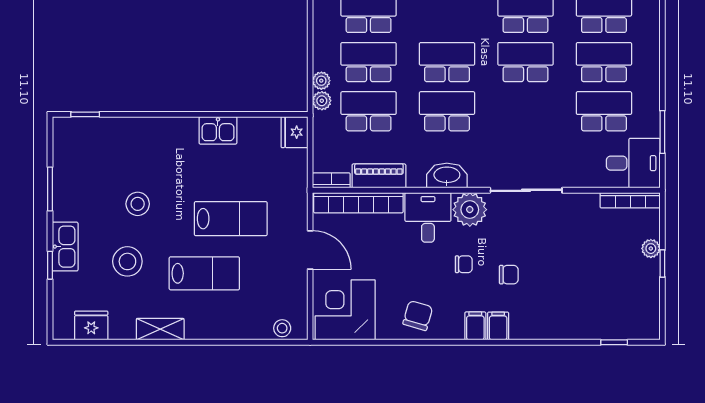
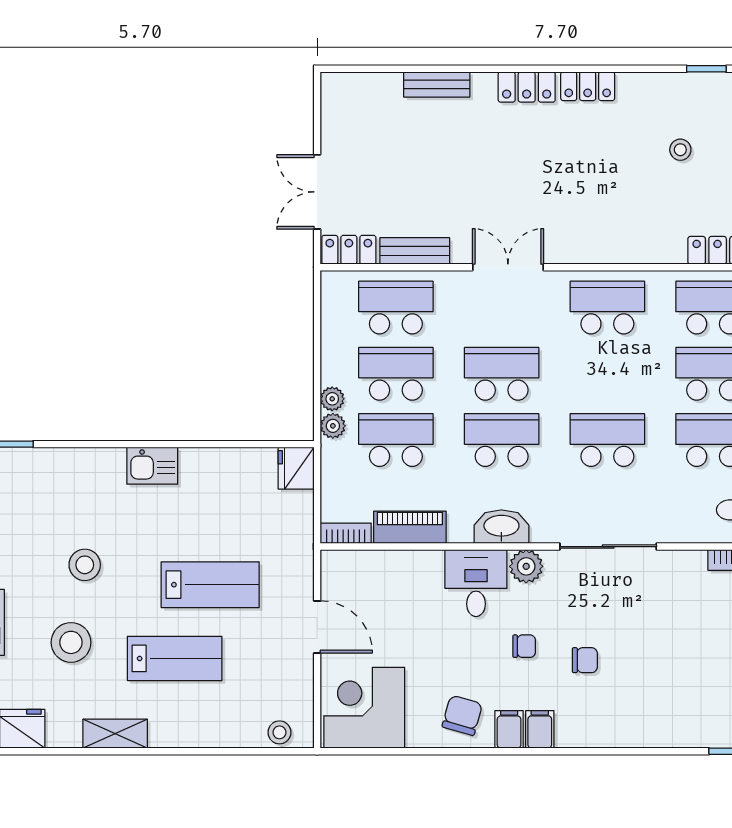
school desk: (525, 62) -> (607, 440), moved
kitchen sink: (218, 130) -> (152, 466), moved
bookcase: (358, 203) -> (382, 563), removed
plant: (470, 210) -> (526, 566), width x0.73, depth x0.73
filing cabinet: (498, 326) -> (509, 729), moved

